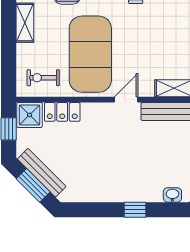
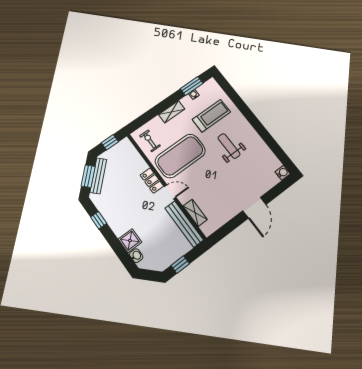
locker: (62, 112) -> (152, 181), moved
shower: (30, 115) -> (130, 241), moved
window: (135, 210) -> (99, 220), moved

